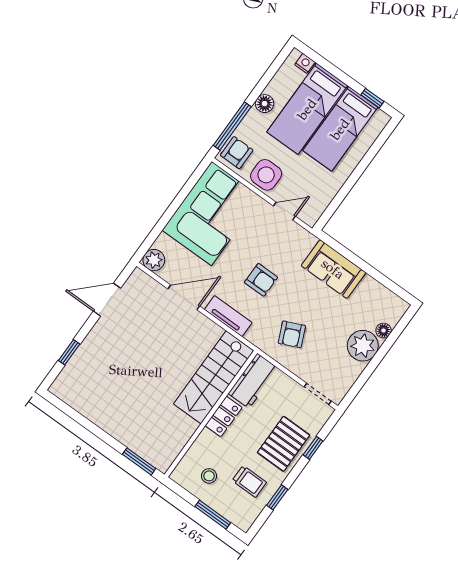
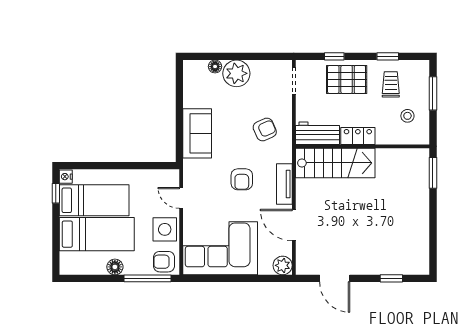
nightstand: (305, 63) -> (66, 177), moved
armchair: (261, 280) -> (242, 179), turned 180

